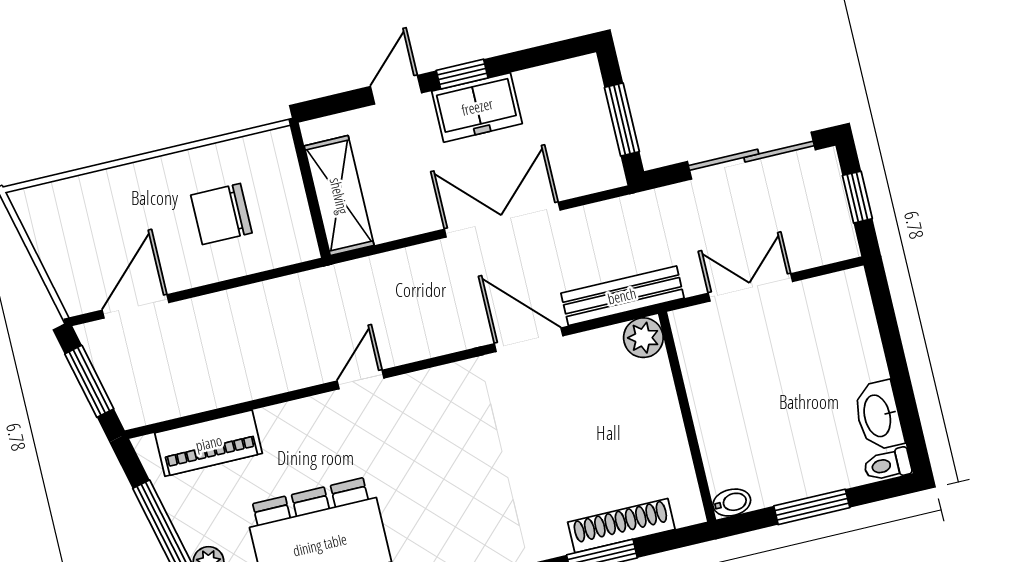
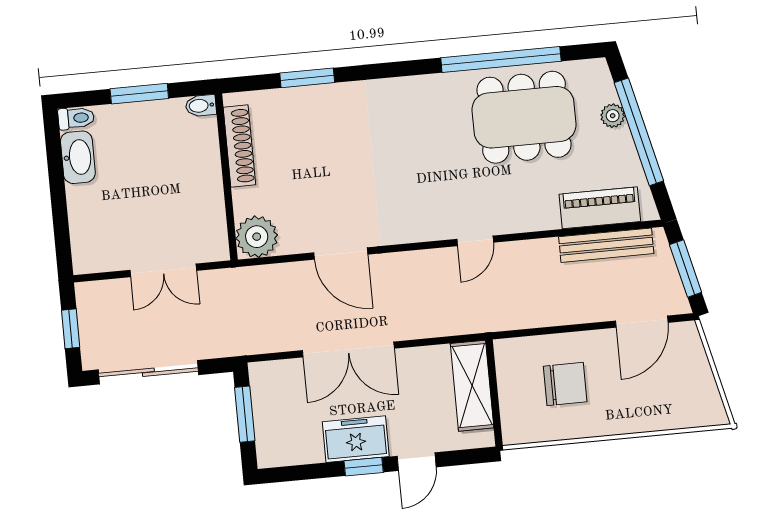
bench: (622, 296) -> (606, 245), moved
plant: (643, 338) -> (257, 237), width x1.36, depth x1.36
shoe rack: (621, 526) -> (239, 146), moved, turned -90

